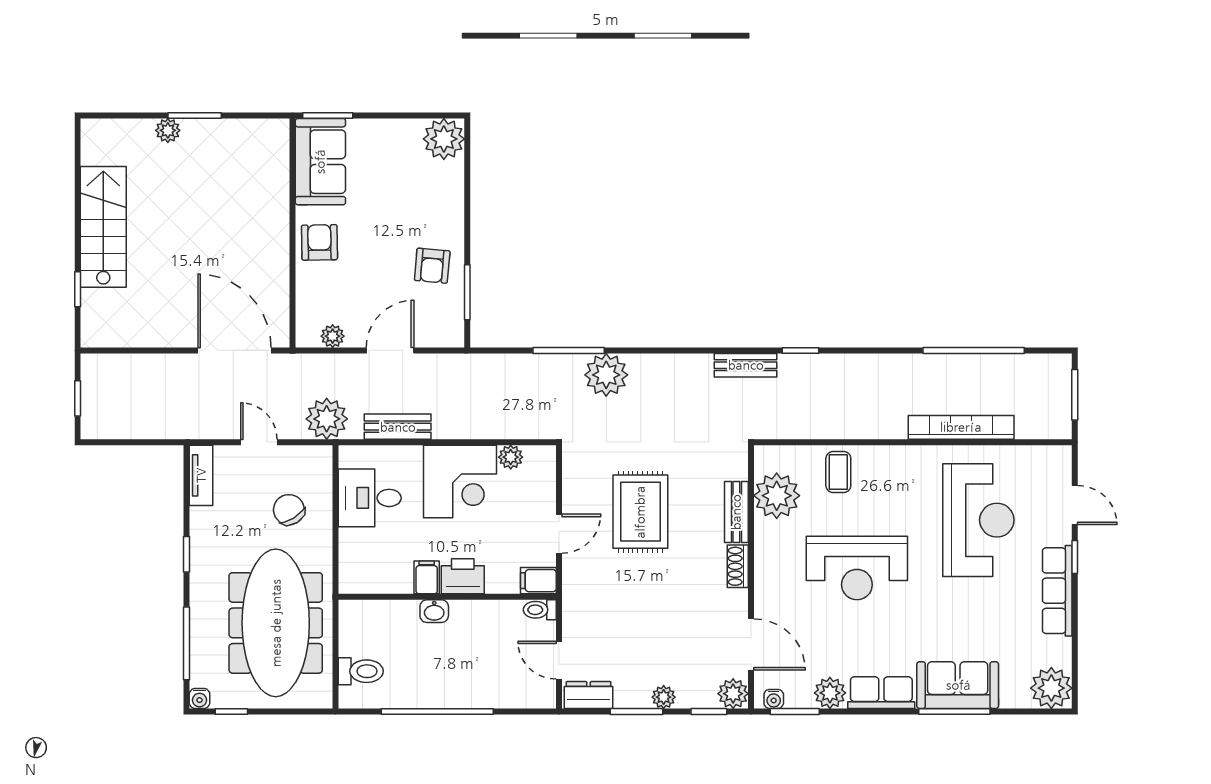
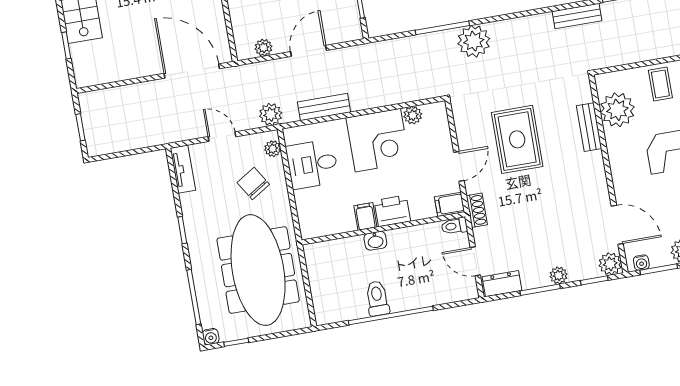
plant: (327, 419) -> (271, 114), width x0.73, depth x0.73
plant: (322, 469) -> (273, 149), added
shoe rack: (738, 566) -> (477, 210), moved, turned 180
toilet: (361, 671) -> (377, 298), moved, turned -90

